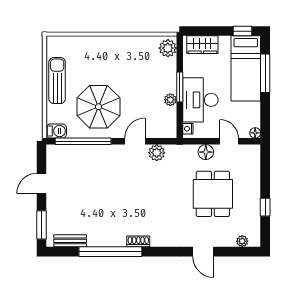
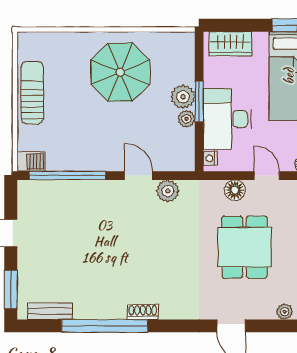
plant: (168, 48) -> (183, 97), moved
parasol: (98, 107) -> (120, 72), moved
door: (135, 141) -> (138, 176), hinge flipped

